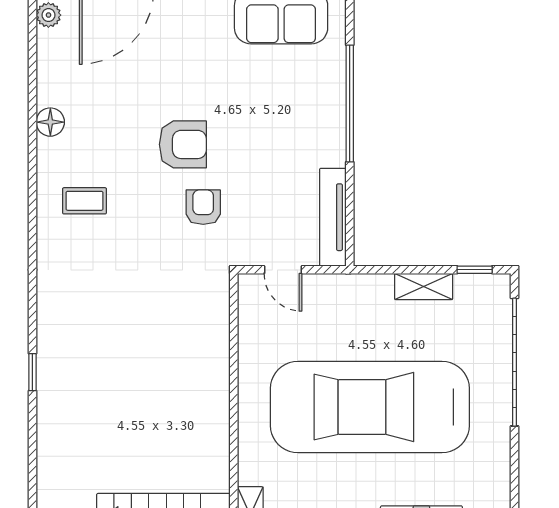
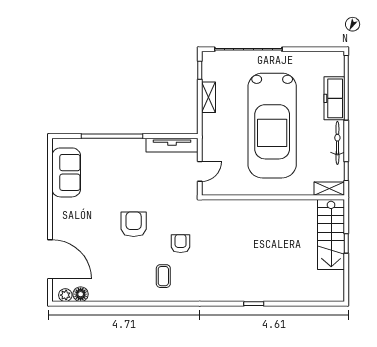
floor lamp: (50, 122) -> (81, 294), moved
armchair: (203, 207) -> (181, 244), moved, turned 90

